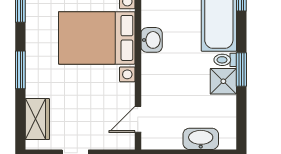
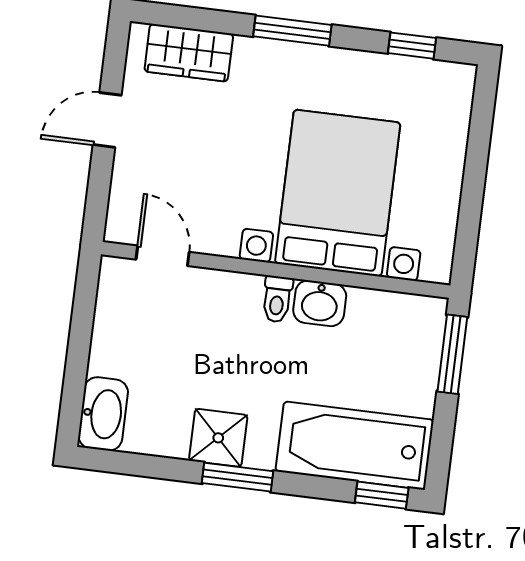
toilet: (225, 60) -> (277, 299), moved, turned 180
washbasin: (201, 139) -> (103, 414), moved

